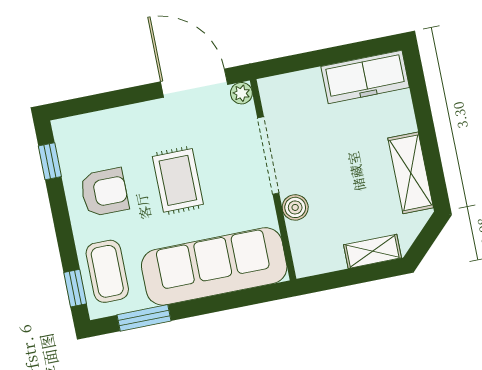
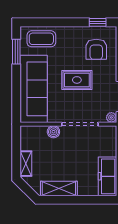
armchair: (104, 192) -> (96, 49), moved
window: (75, 288) -> (36, 22), removed

